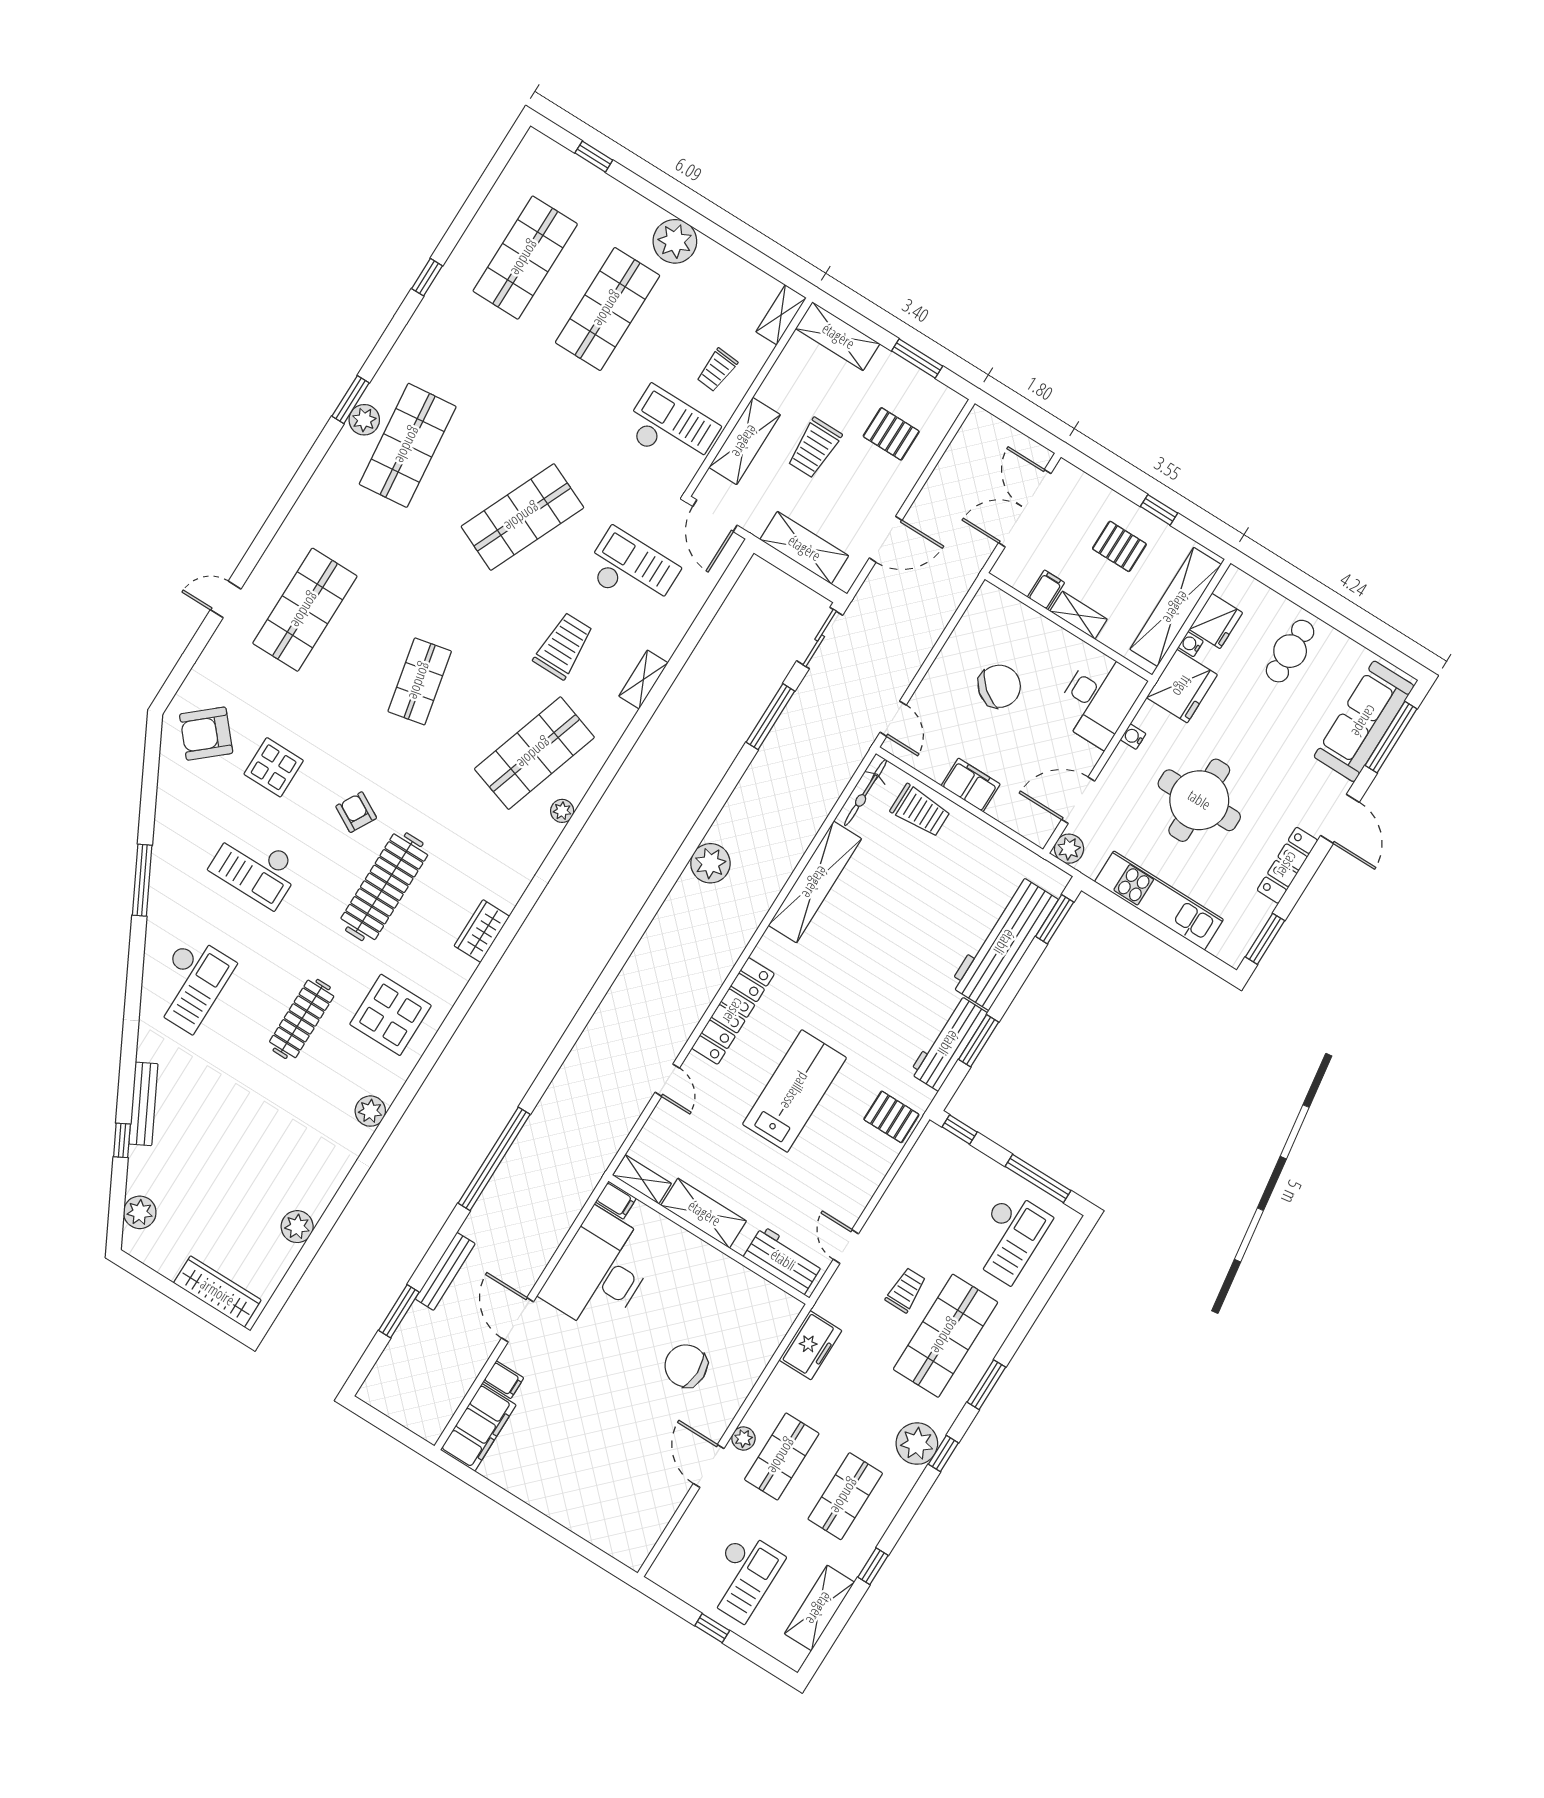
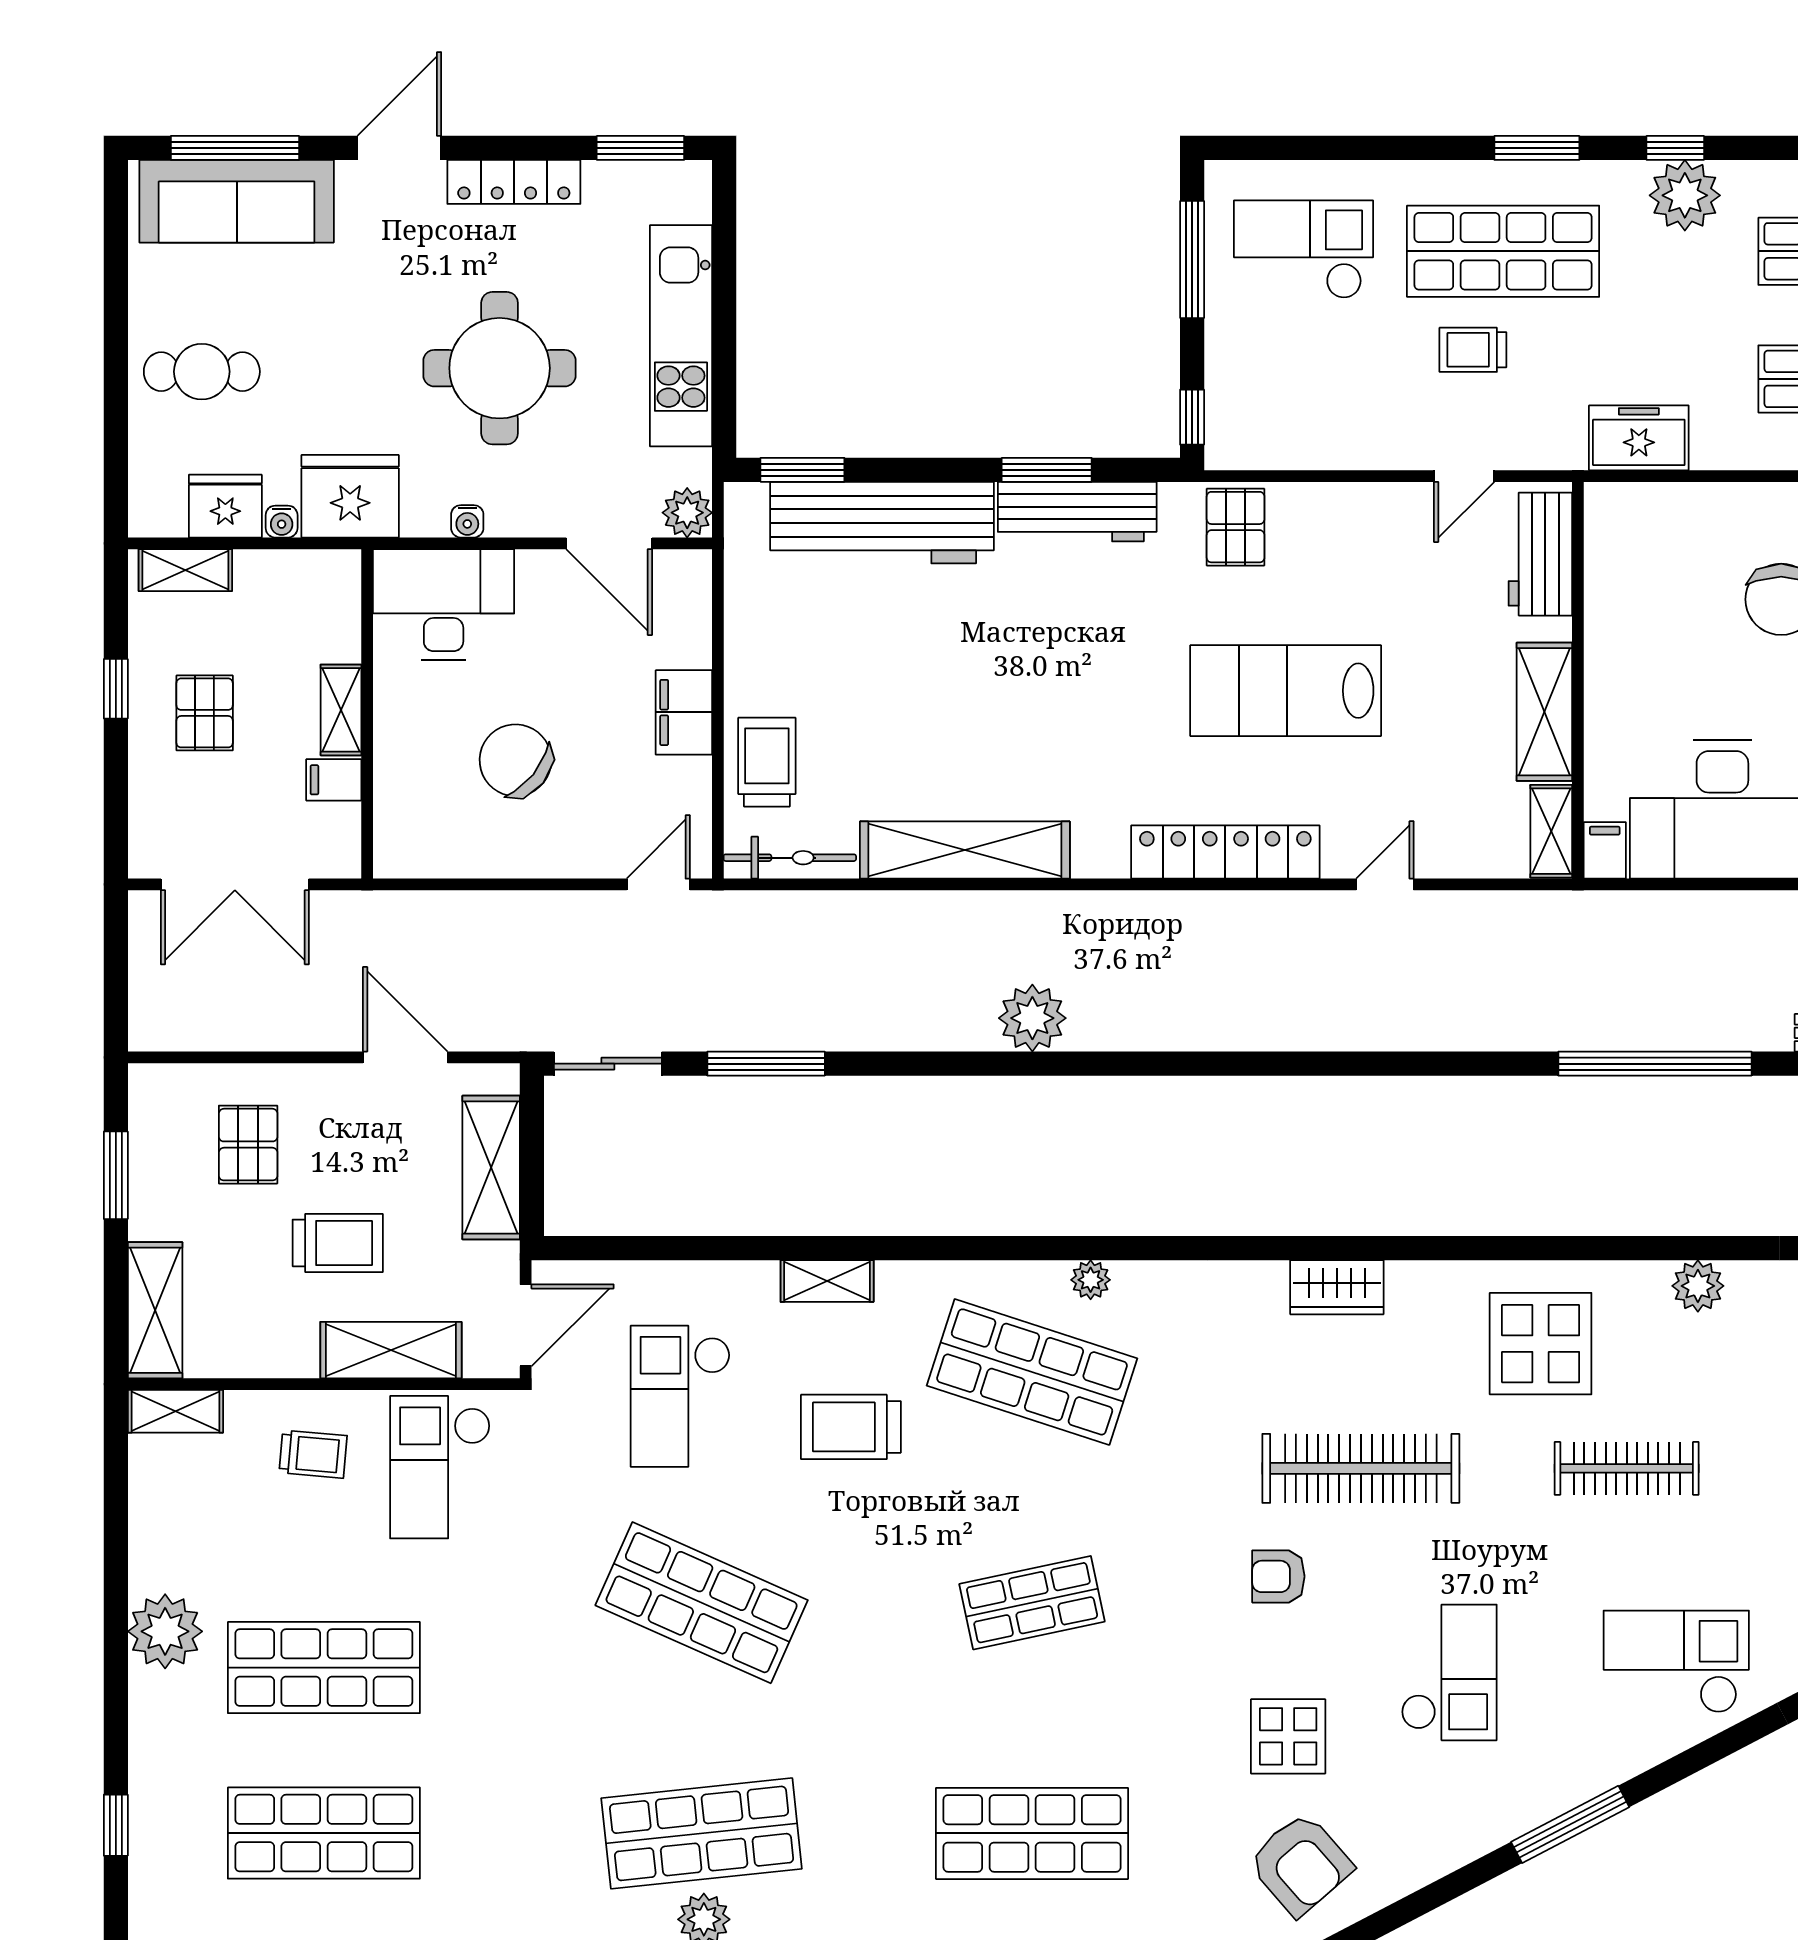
shelving: (1176, 607) -> (185, 570), width x0.45, depth x0.75
armchair: (356, 812) -> (1278, 1576), turned 61

